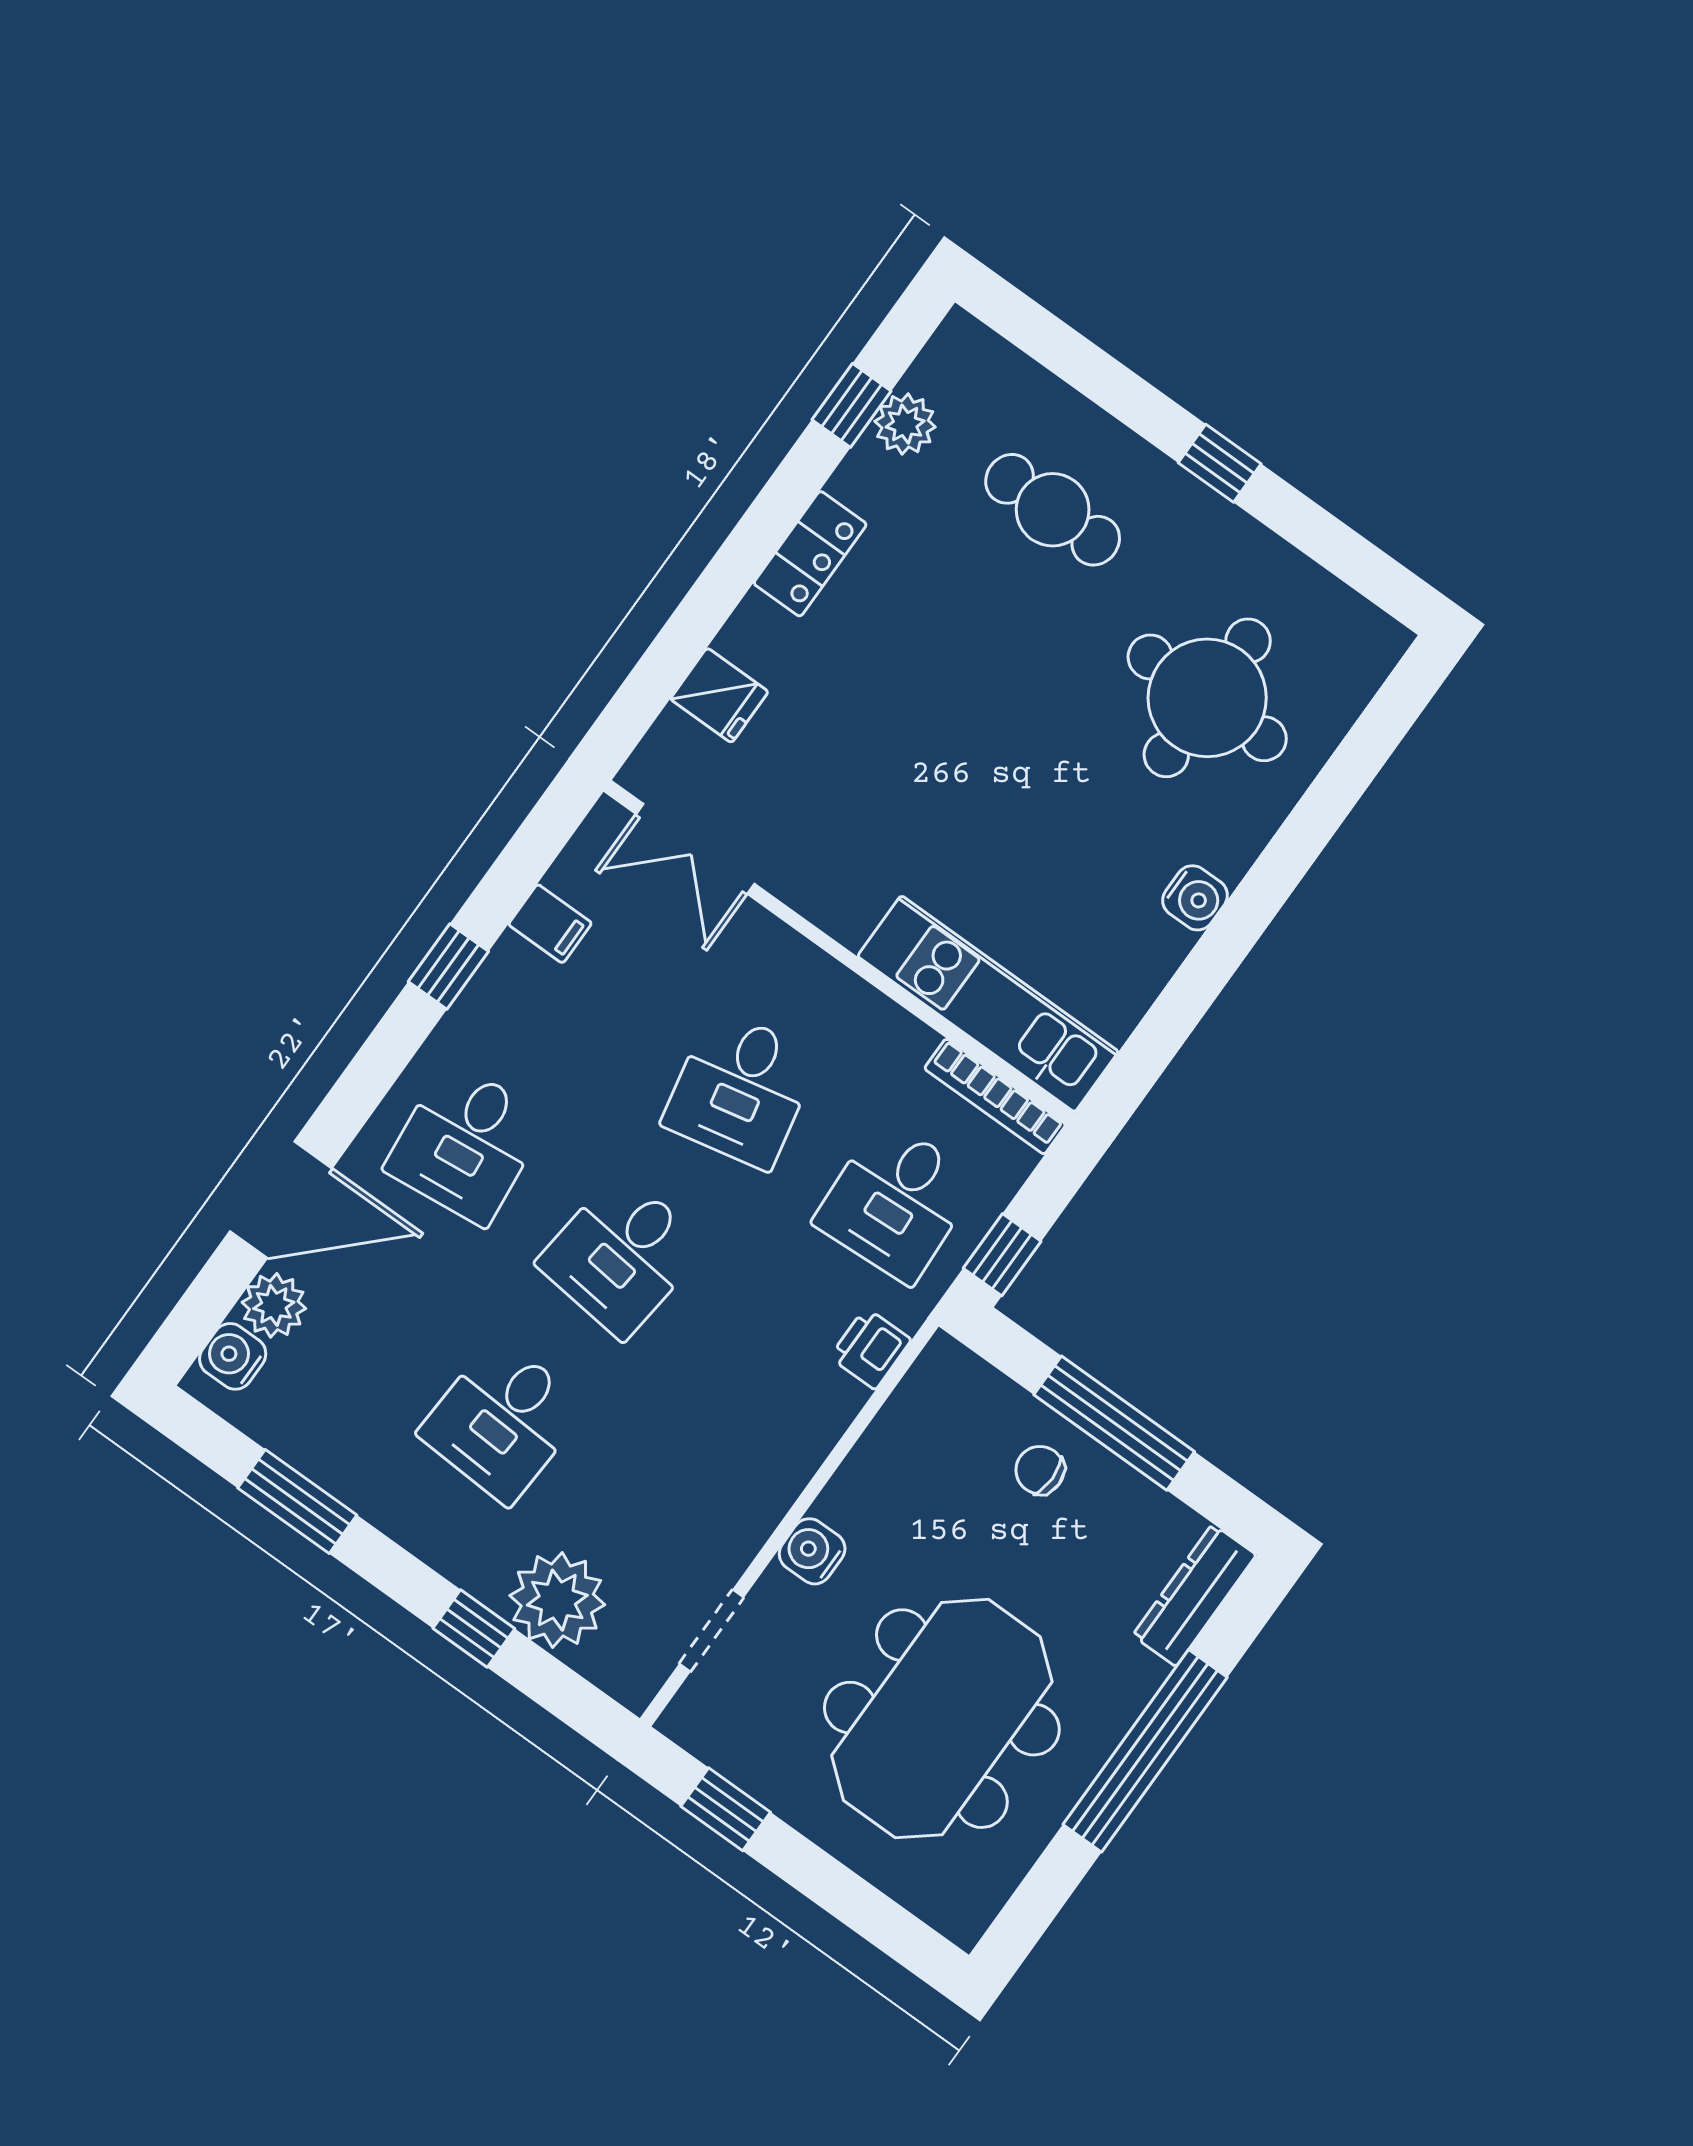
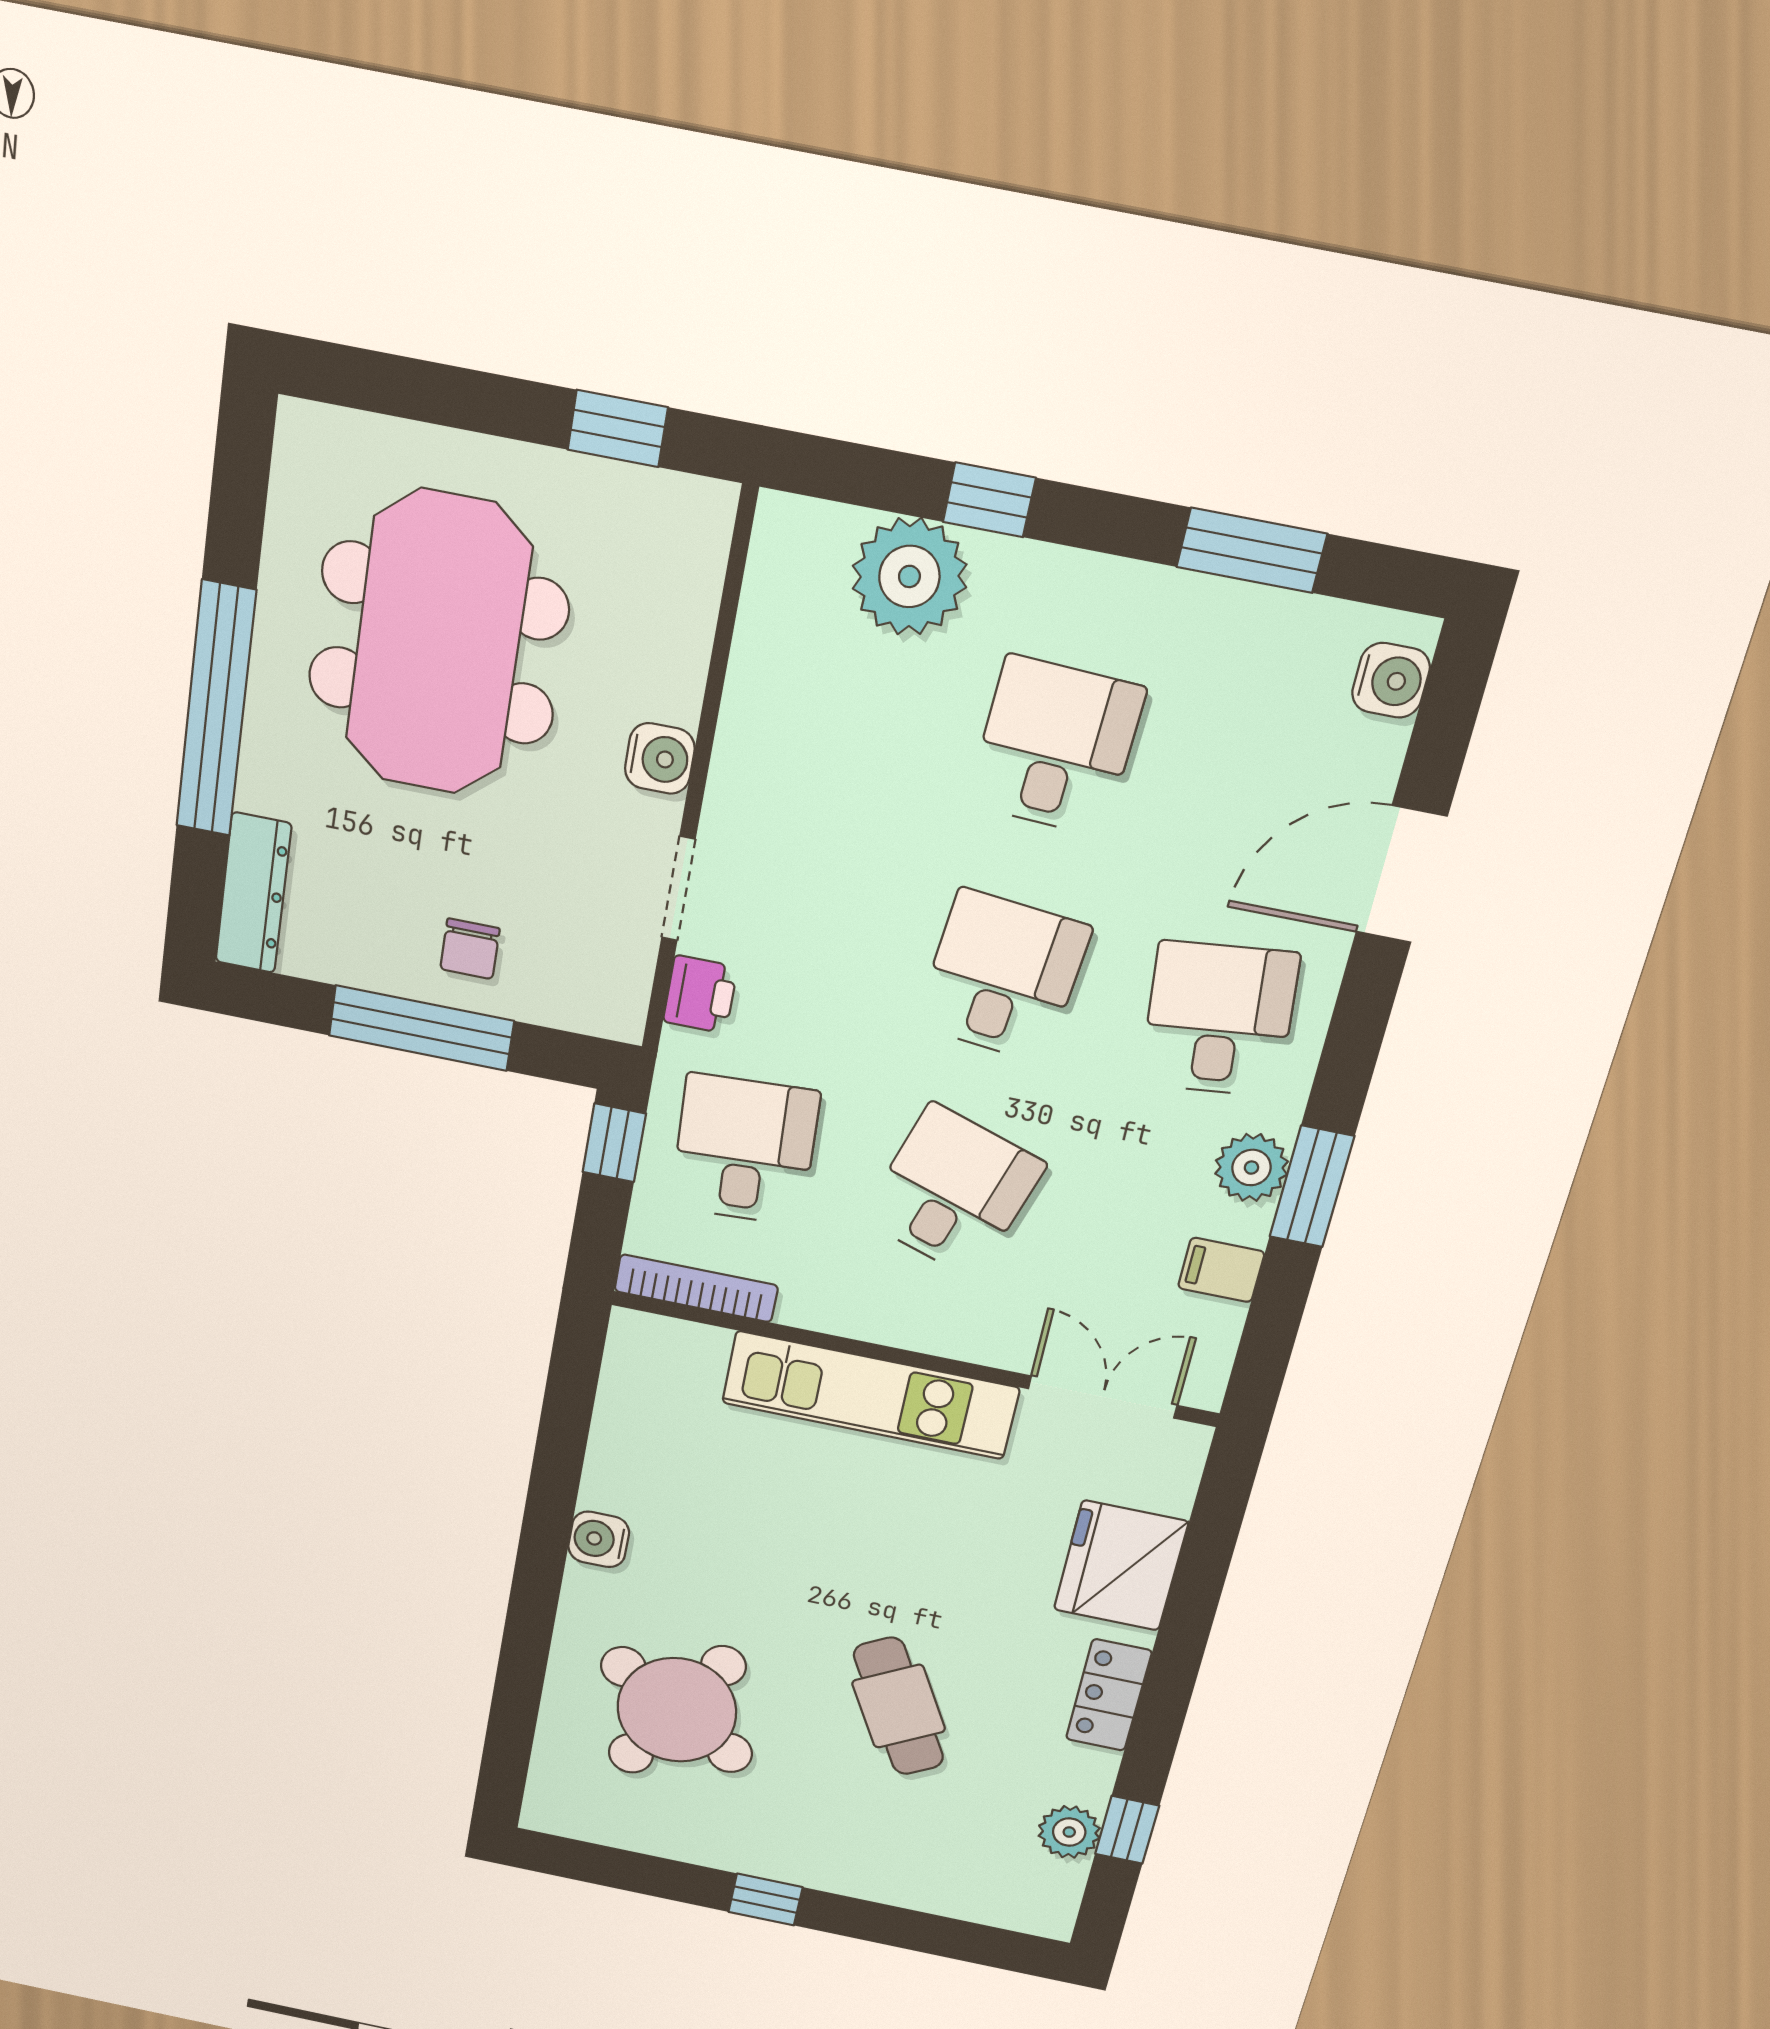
cafe table: (1053, 510) -> (899, 1706), moved, turned 61
fridge: (719, 695) -> (1121, 1566), width x1.88, depth x1.34
round table: (1207, 698) -> (677, 1710), turned 31
window: (448, 966) -> (1312, 1187), width x1.50
kitchen unit: (988, 1004) -> (870, 1395), moved
desk: (741, 1089) -> (953, 1191), turned 30
plant: (274, 1305) -> (1251, 1168), moved
chair: (1040, 1470) -> (470, 949), turned 90
doorway: (711, 1631) -> (678, 889), moved

